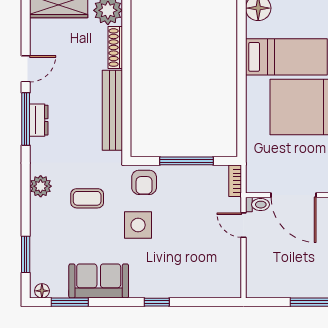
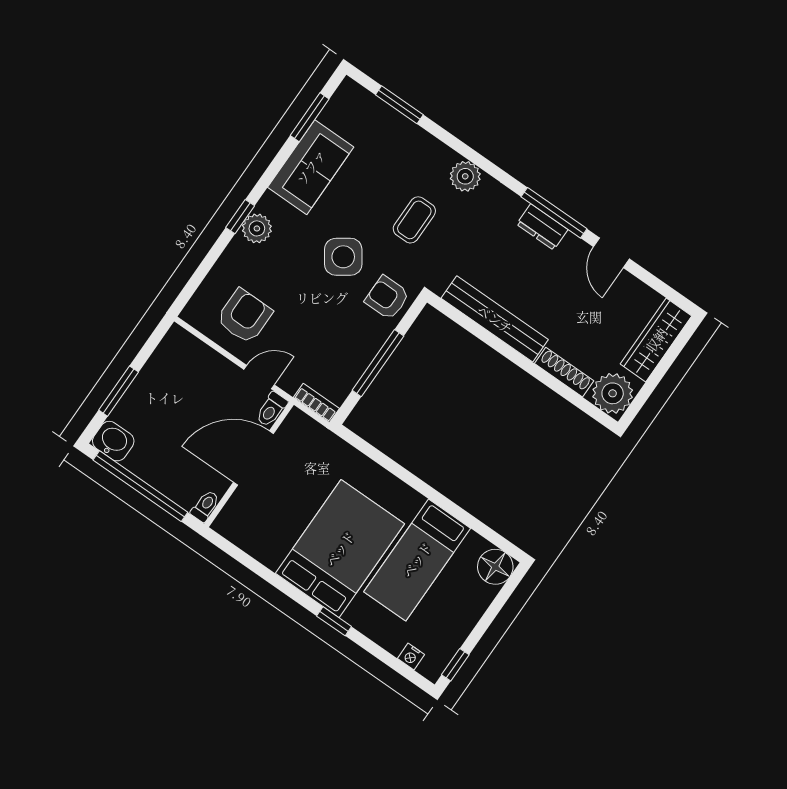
side table: (138, 225) -> (343, 257), turned -35
armchair: (214, 259) -> (244, 316), added
plant: (157, 288) -> (257, 228), added
floor lamp: (42, 291) -> (345, 95), removed

